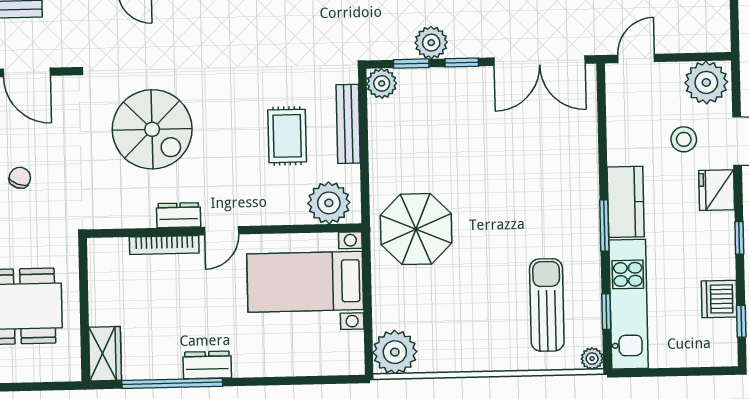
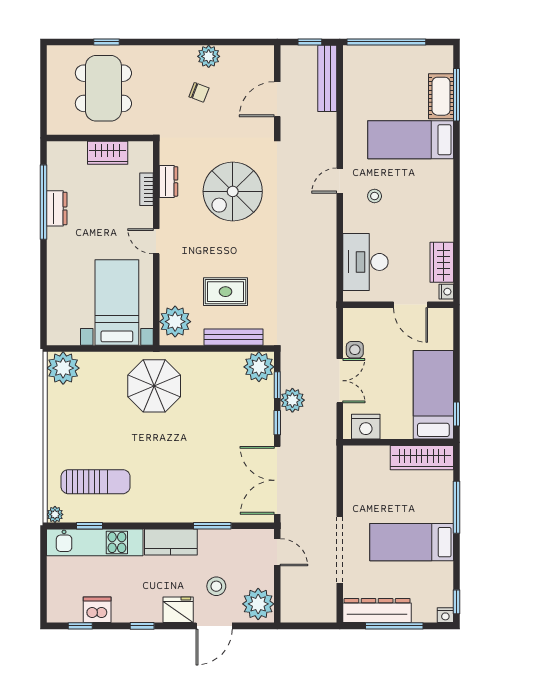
plant: (382, 83) -> (259, 367), width x1.36, depth x1.36
dresser: (179, 215) -> (168, 181), moved
window: (604, 226) -> (212, 526), moved
bookcase: (164, 245) -> (147, 189), width x0.64
wardrobe: (105, 354) -> (108, 153), moved
dresser: (207, 365) -> (57, 208), moved

